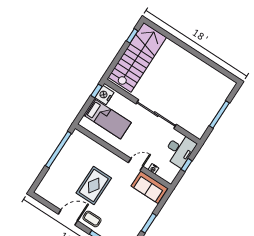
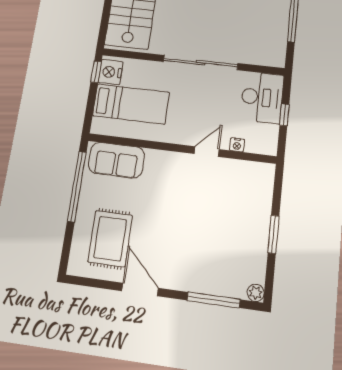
rug: (94, 186) -> (110, 239), moved
sofa: (149, 187) -> (116, 160), moved
door: (68, 218) -> (140, 289), hinge flipped
coffee table: (92, 219) -> (180, 273), removed

